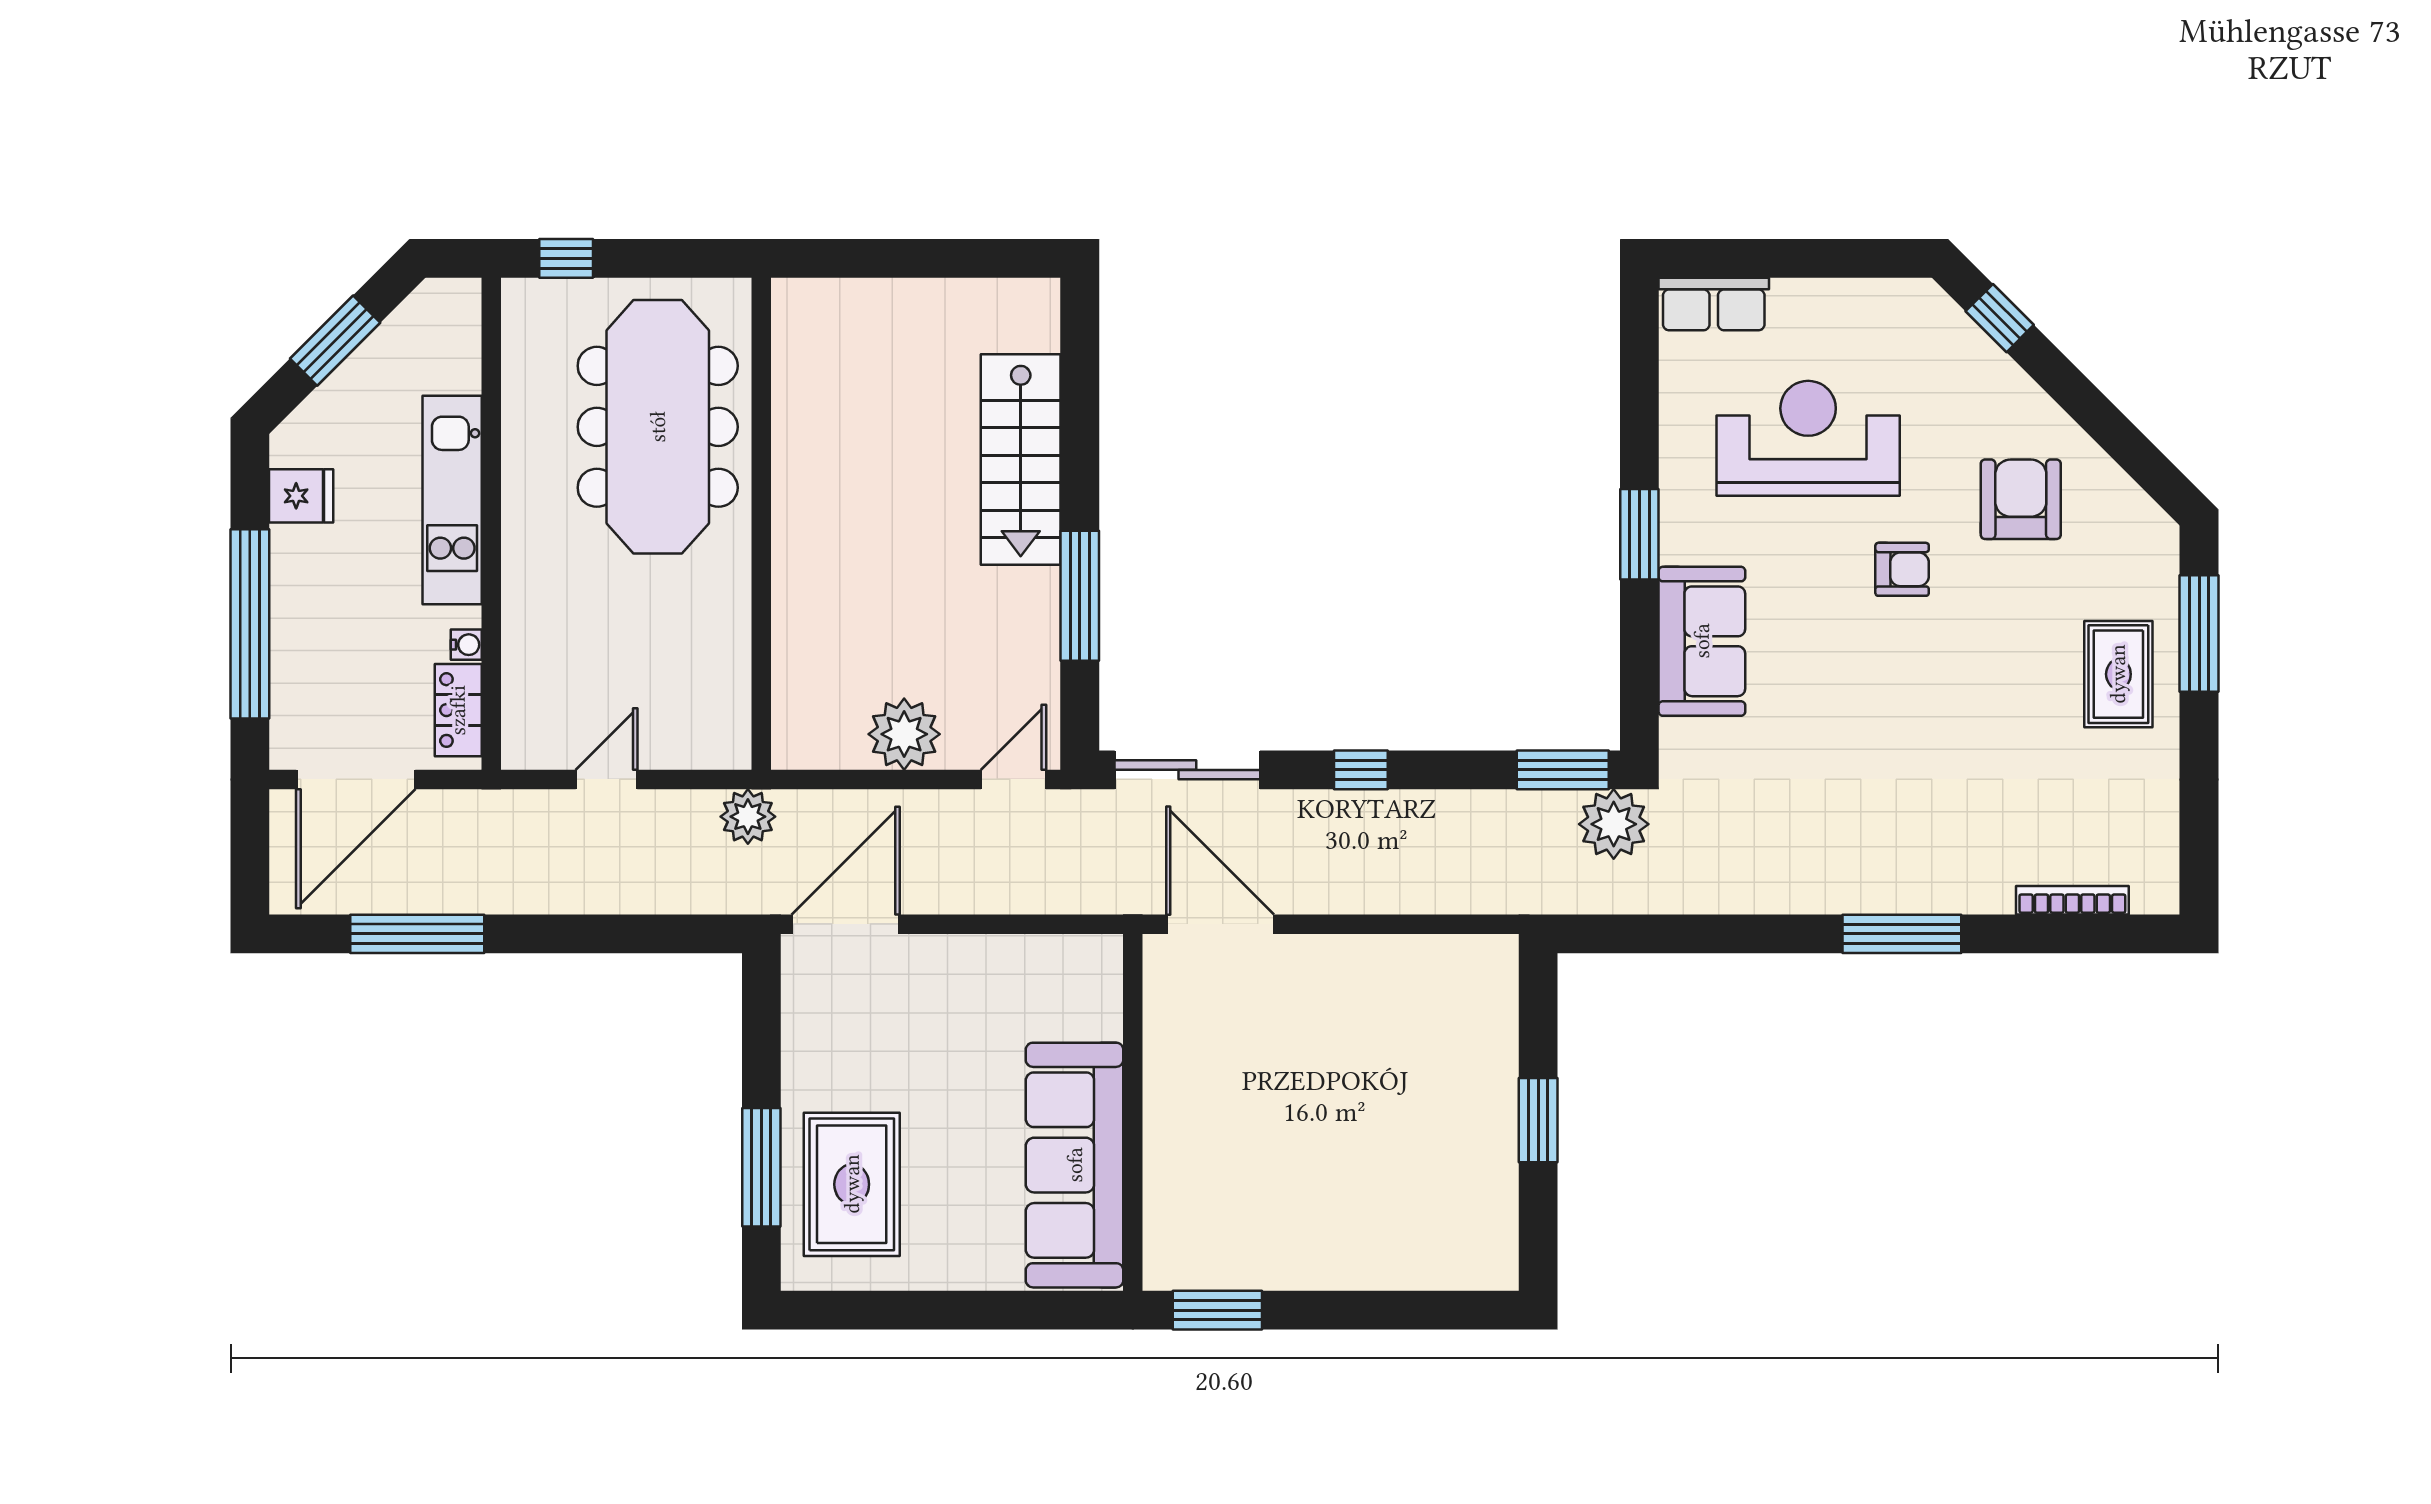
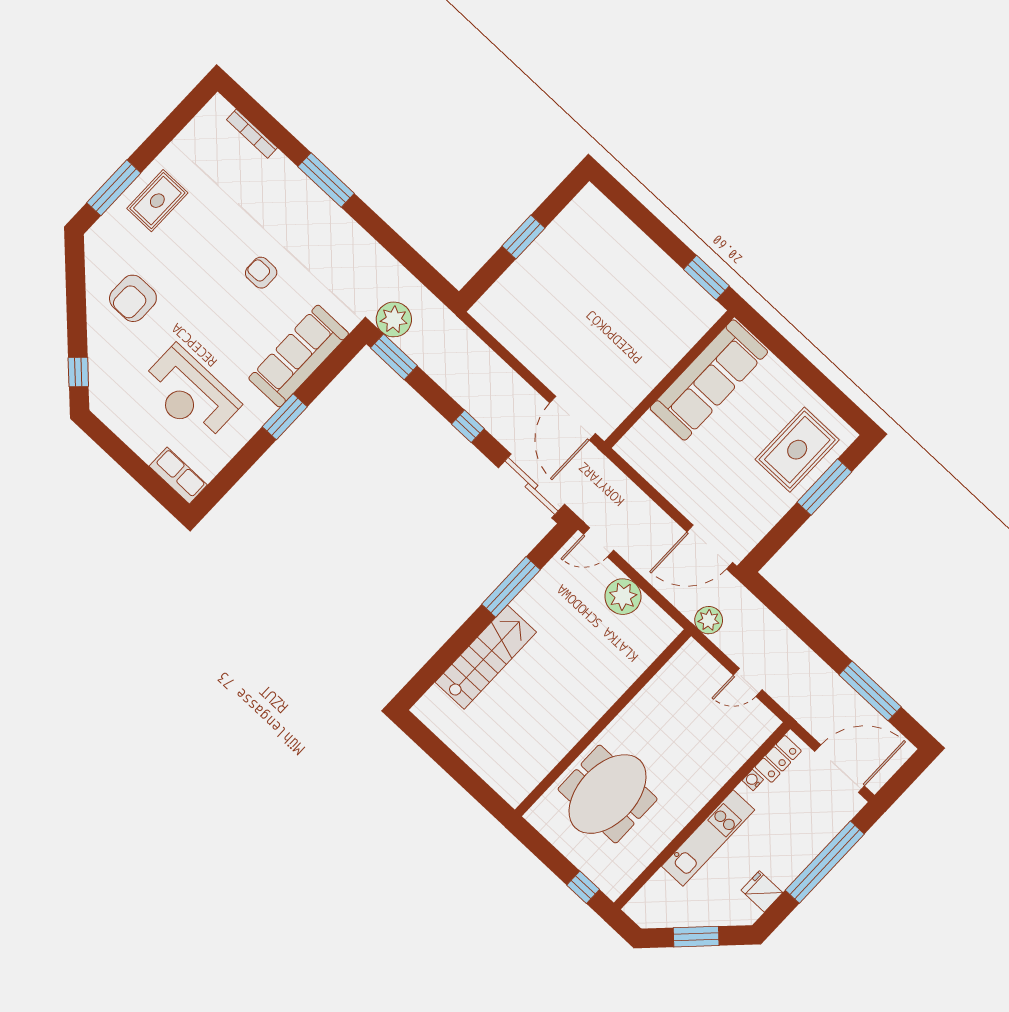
meeting table: (658, 427) -> (608, 794), width x0.73
armchair: (1902, 569) -> (261, 273), moved
sofa: (1702, 641) -> (299, 356), width x1.36

